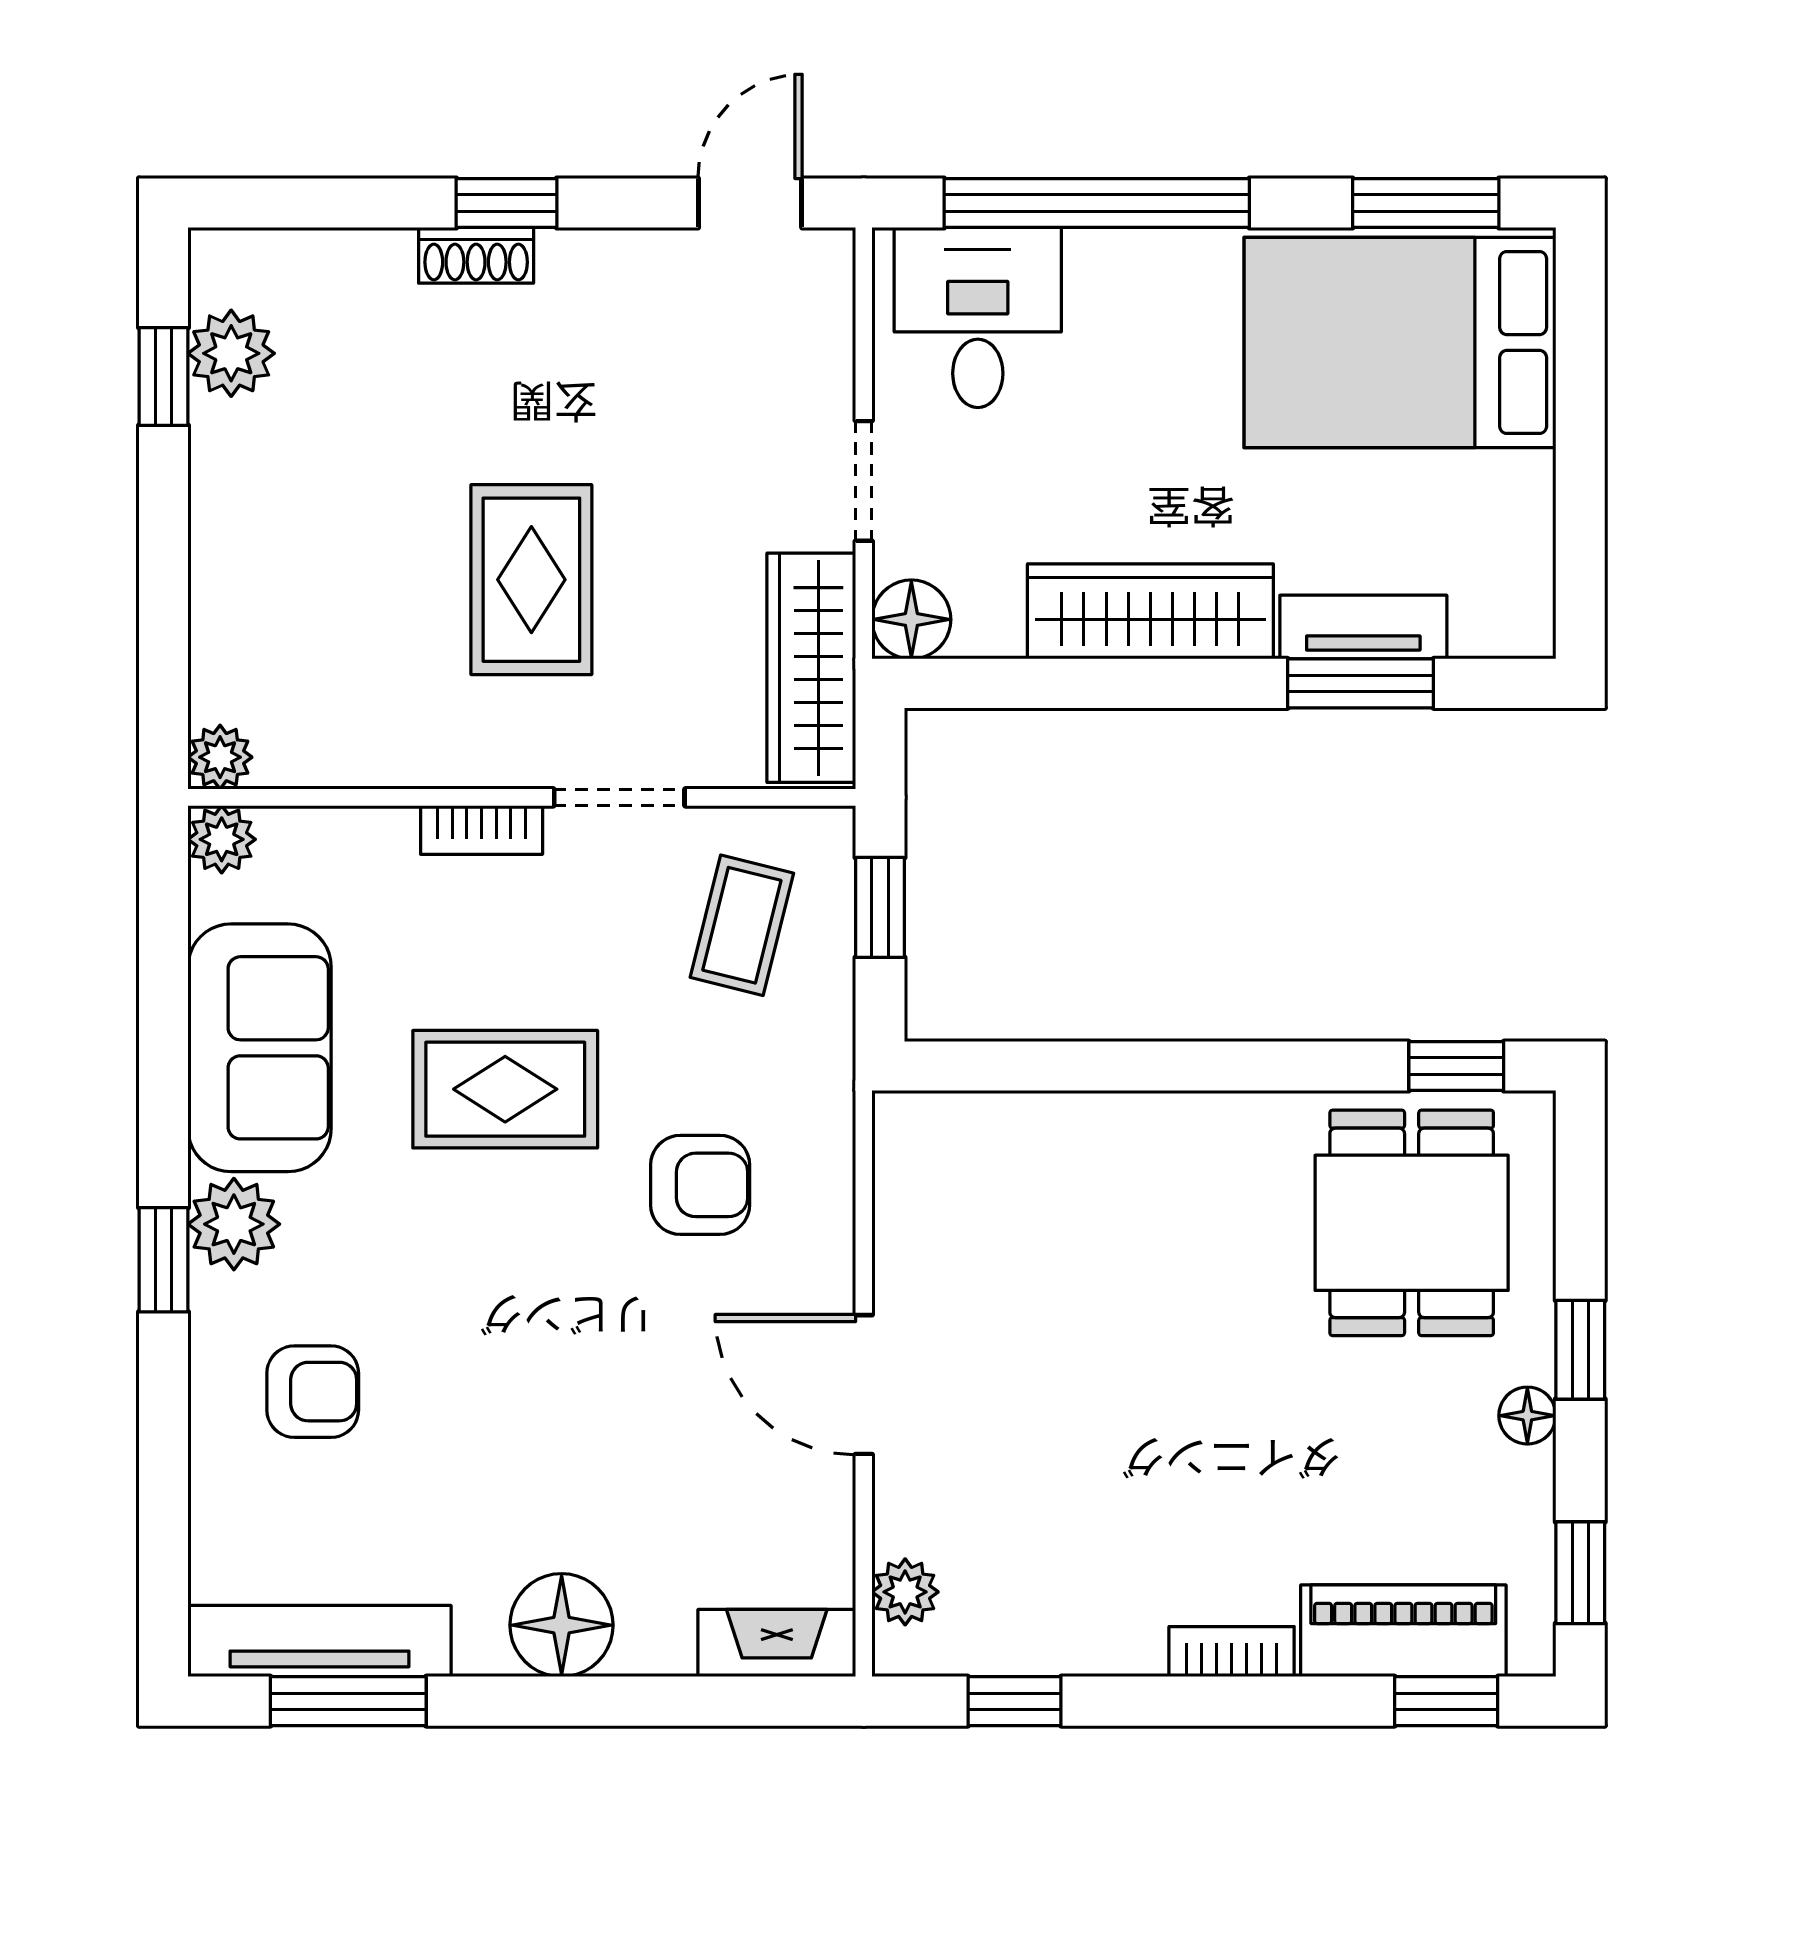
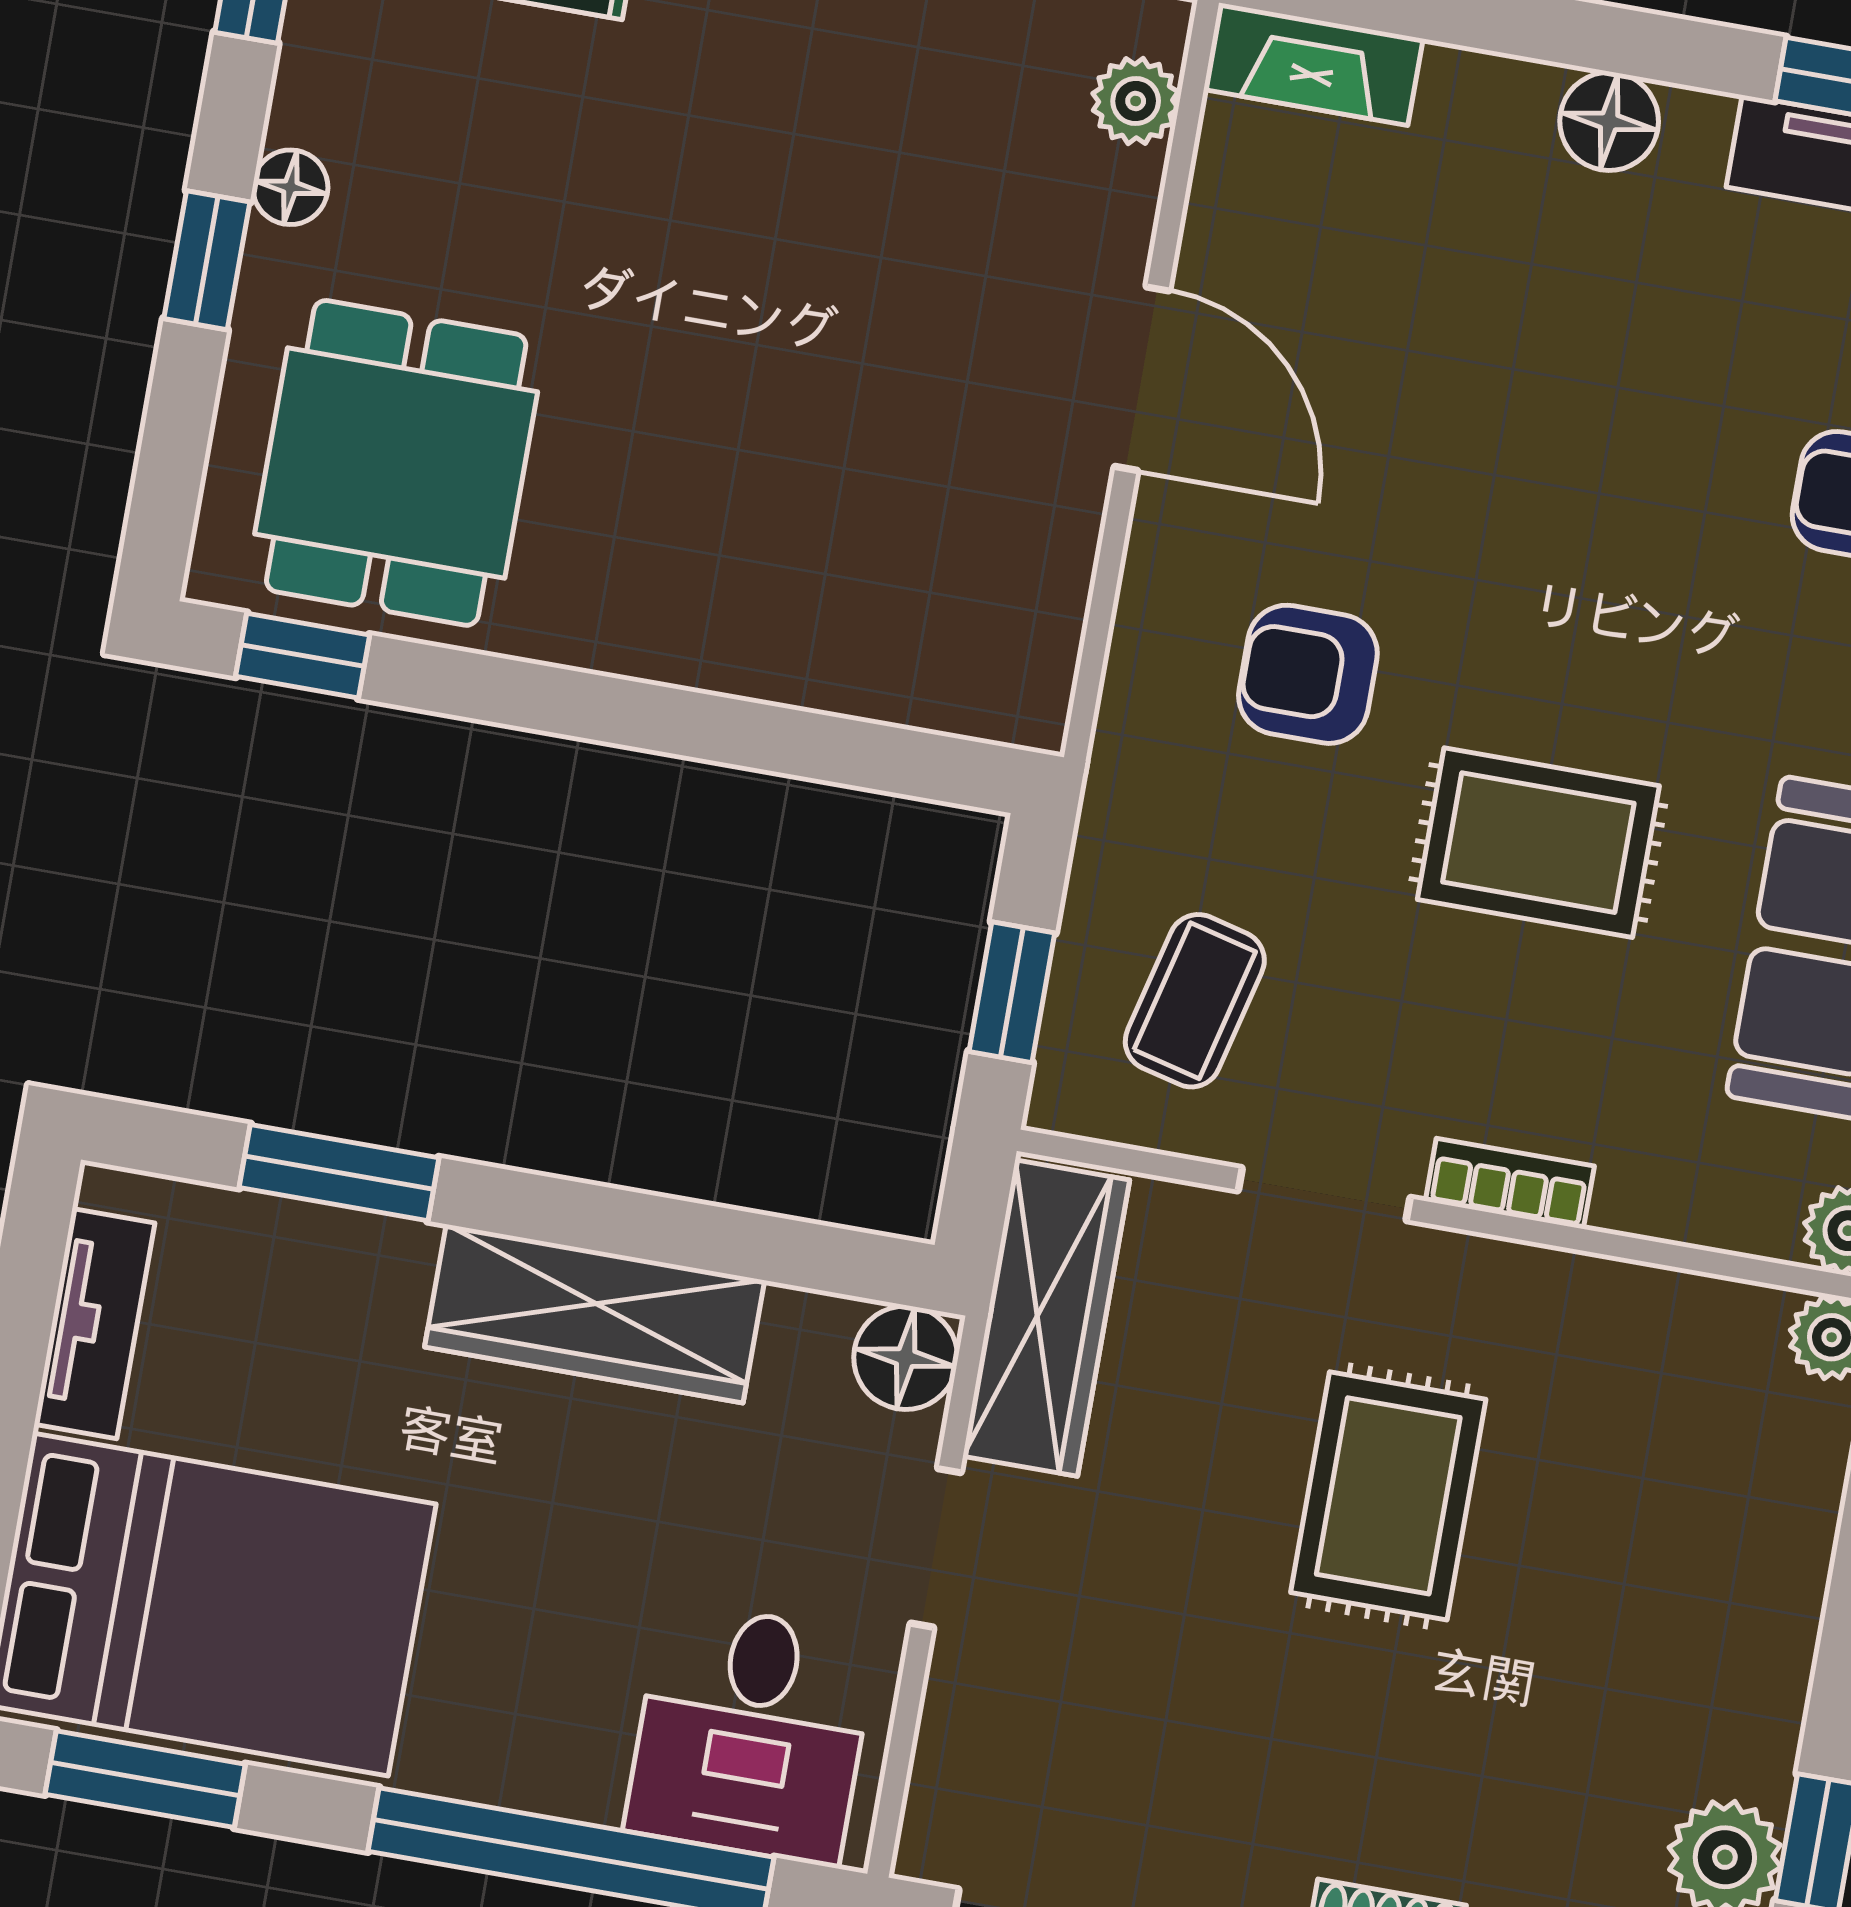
tv unit: (1363, 627) -> (94, 1324), moved, turned -90
floor lamp: (562, 1625) -> (1609, 121), width x0.73, depth x0.73

